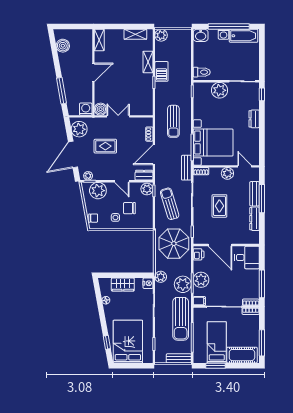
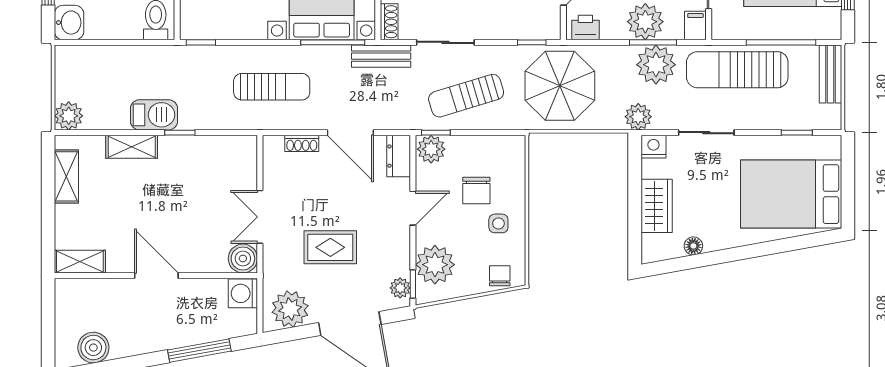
rug: (105, 146) -> (330, 247), turned 90
sun lounger: (181, 319) -> (737, 70), turned 180
window: (107, 342) -> (793, 244), removed

